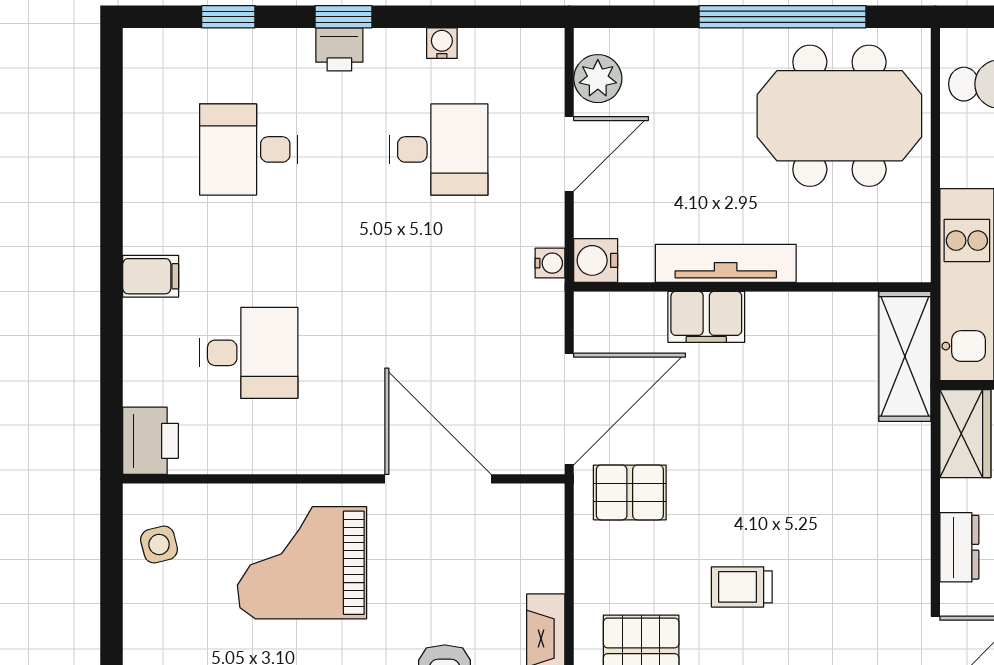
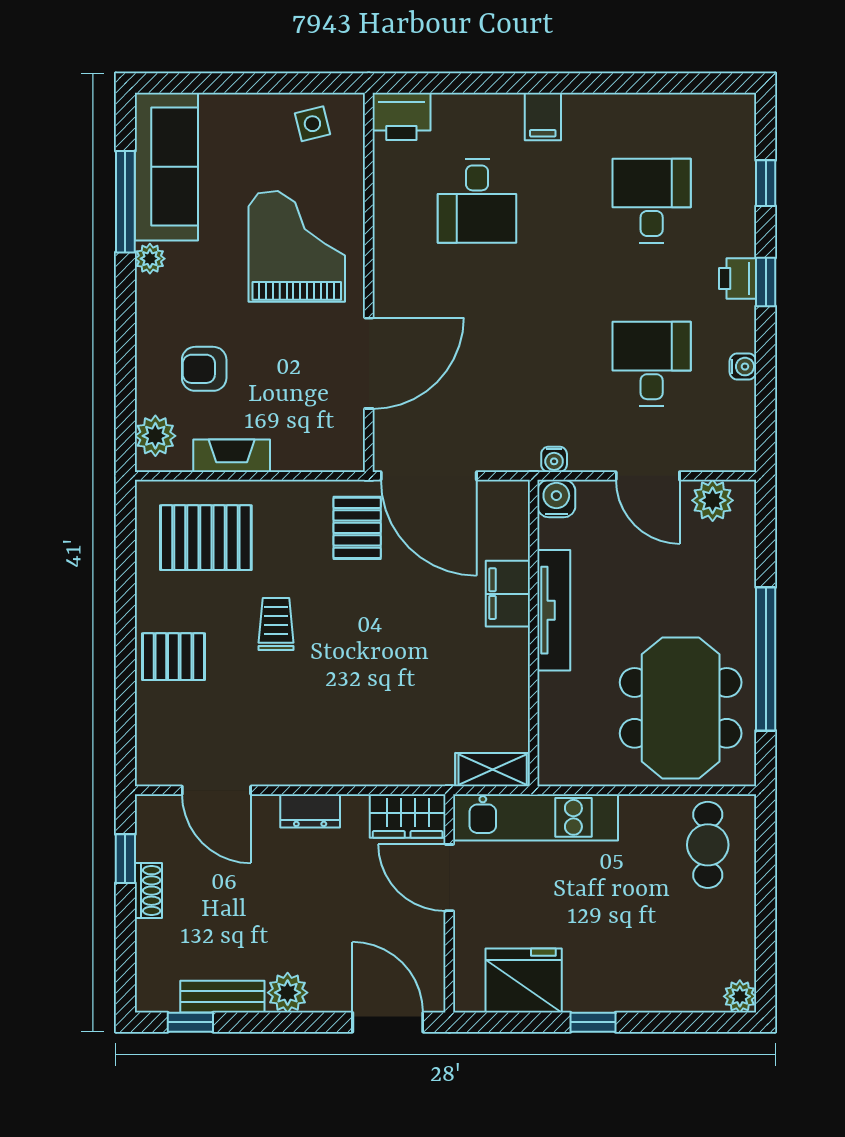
desk: (439, 149) -> (652, 364), turned 180
shelving: (905, 356) -> (493, 770), width x0.67, depth x0.75

